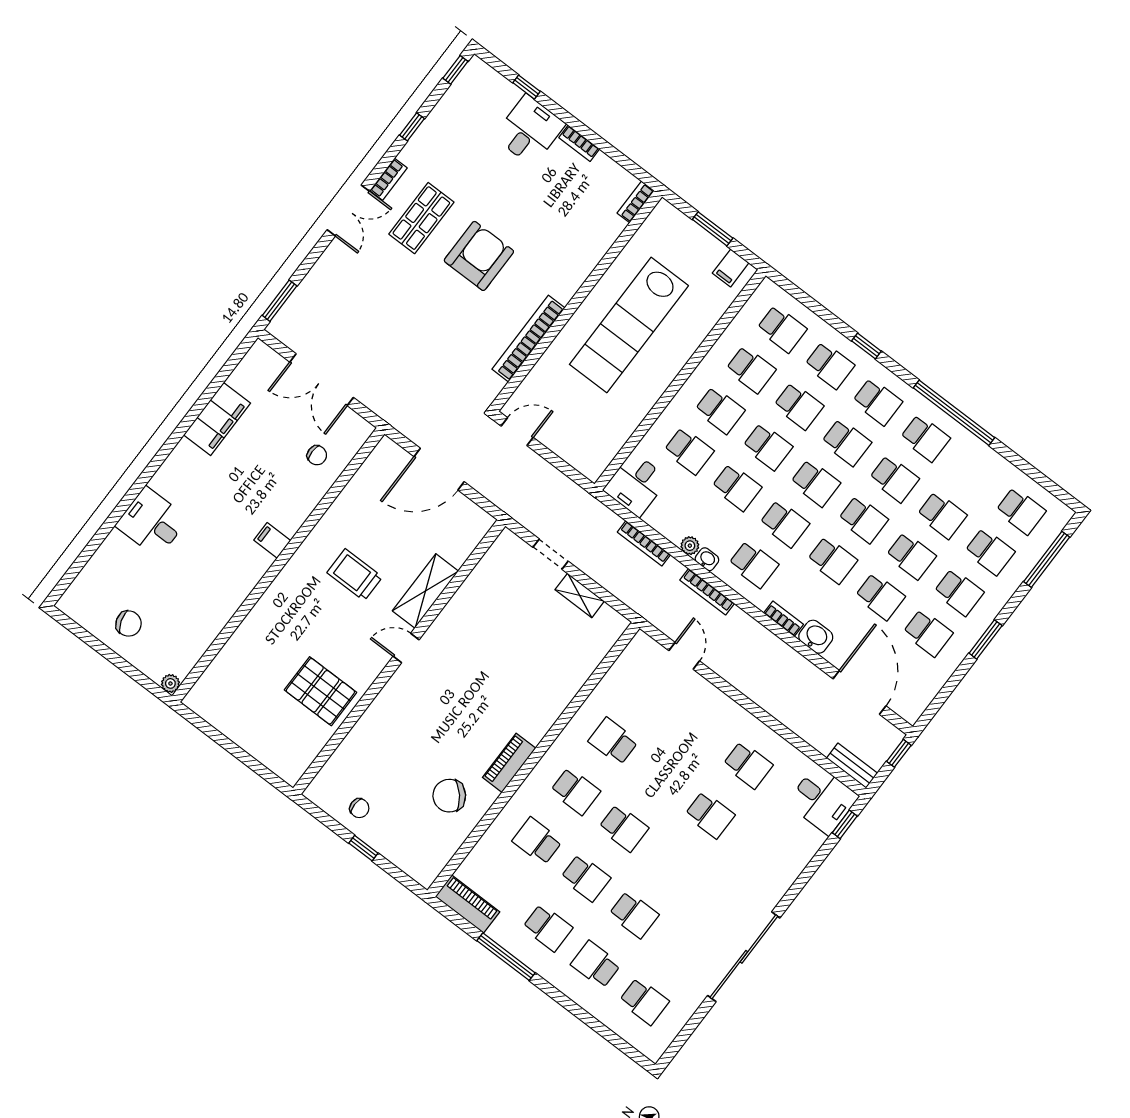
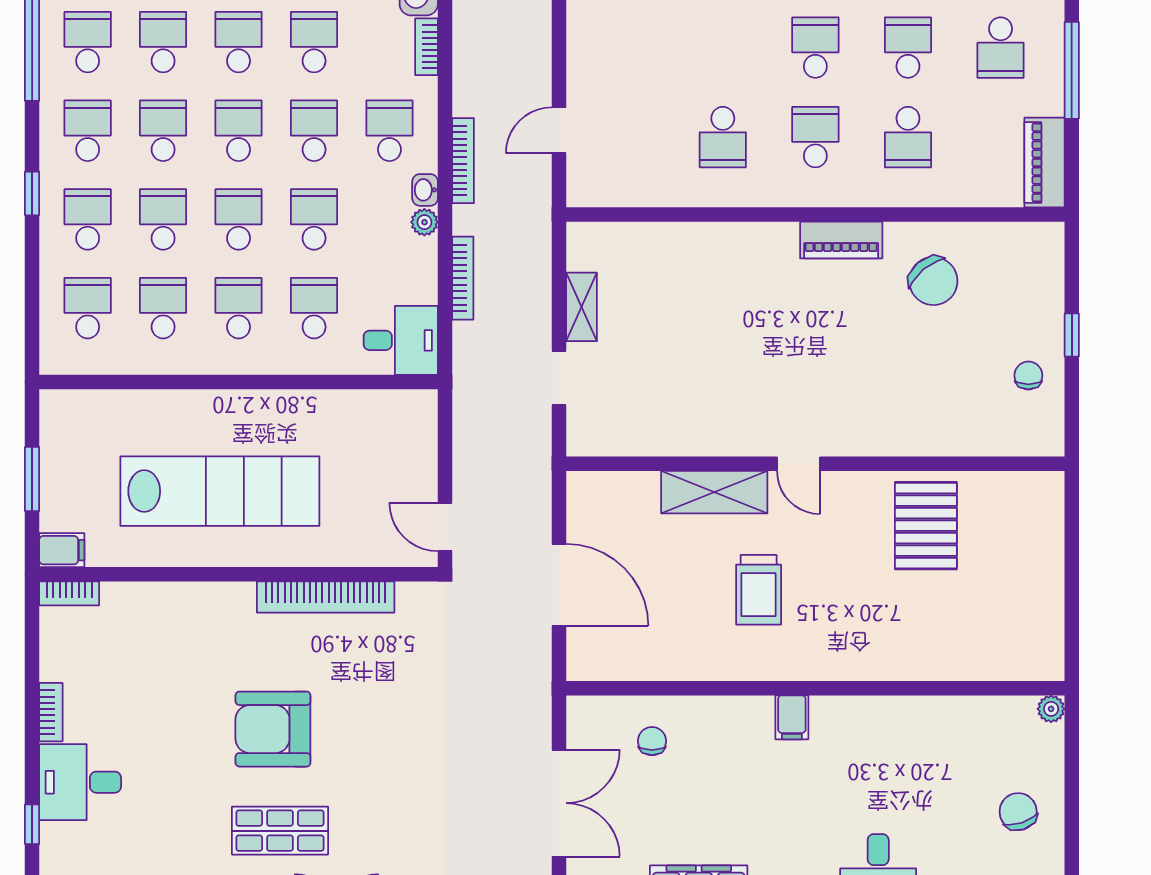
filing cabinet: (731, 268) -> (62, 550), moved
school desk: (547, 928) -> (1001, 48), turned 180

